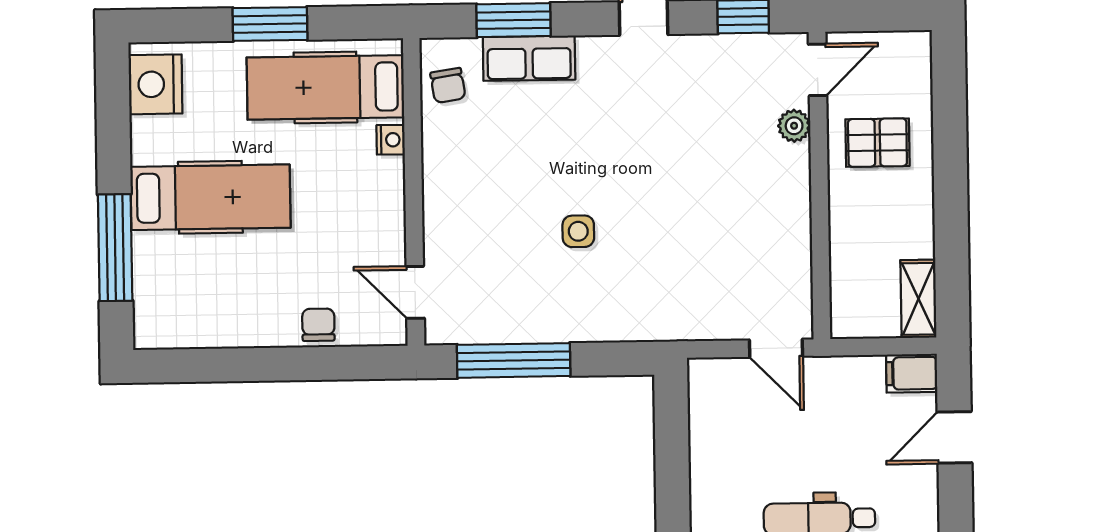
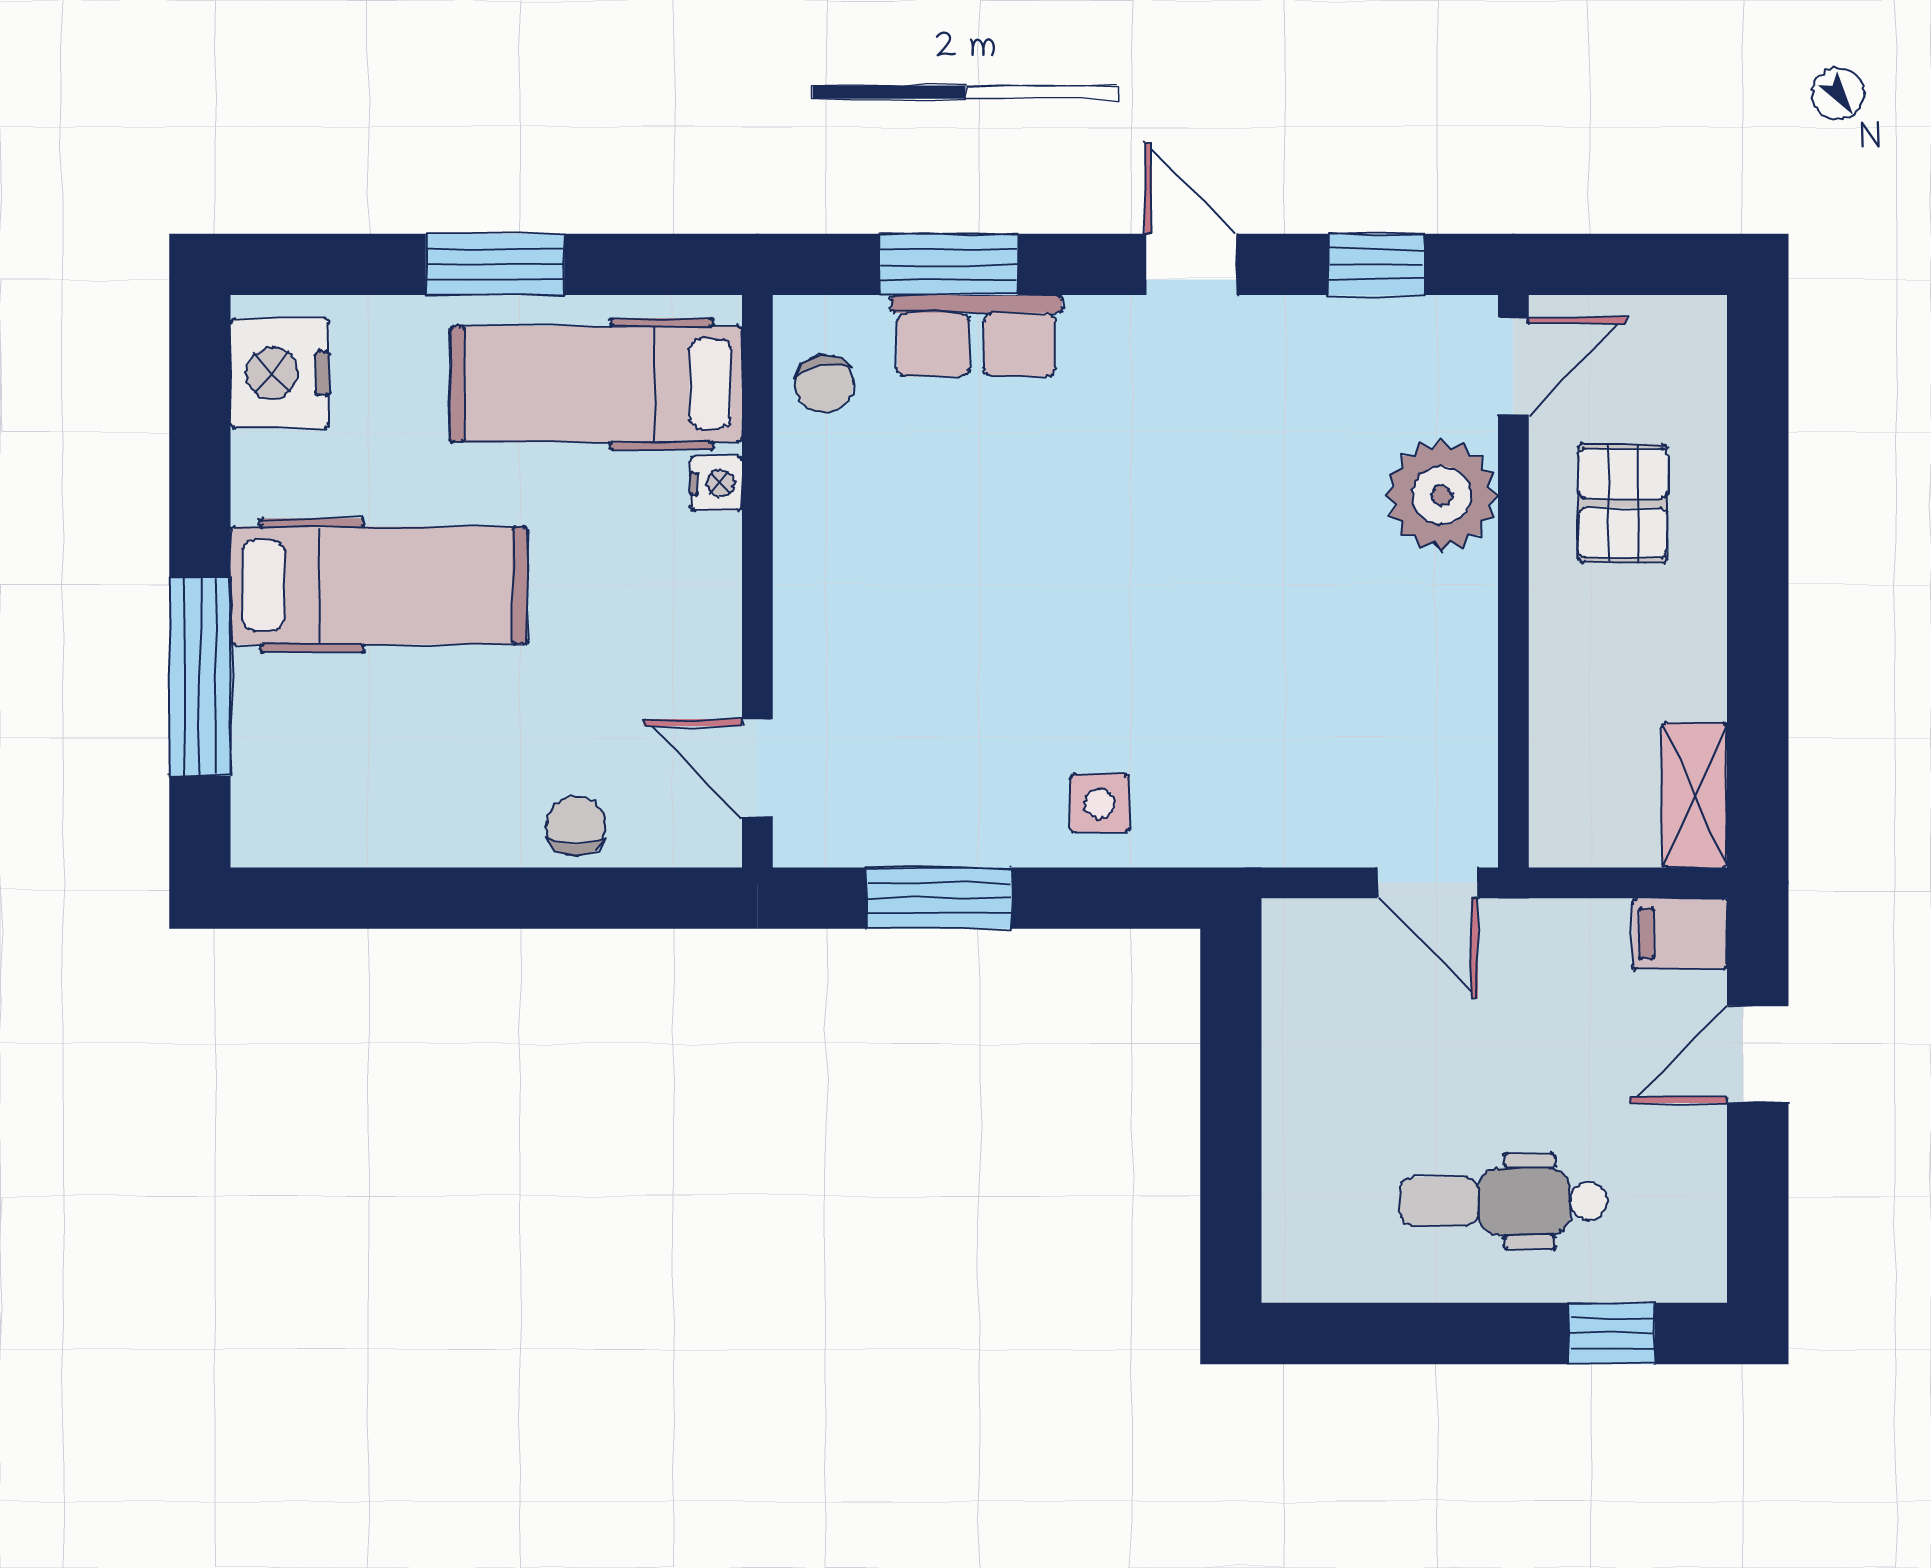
plant: (794, 126) -> (1442, 495), width x1.88, depth x1.88
pallet: (877, 143) -> (1623, 503), turned 90
side table: (578, 231) -> (1100, 803), moved
window: (514, 360) -> (939, 898), width x0.69

